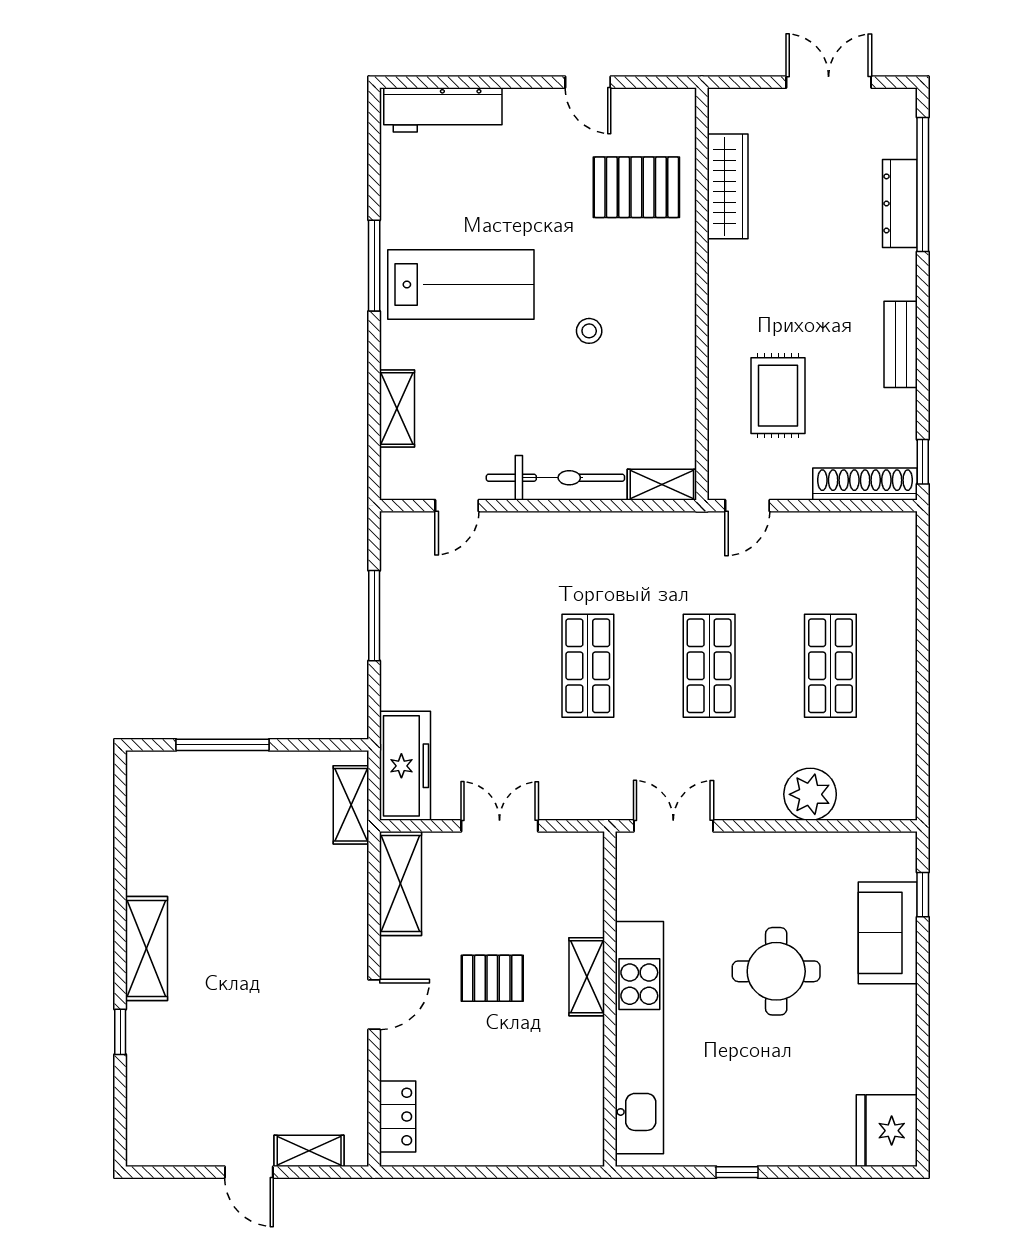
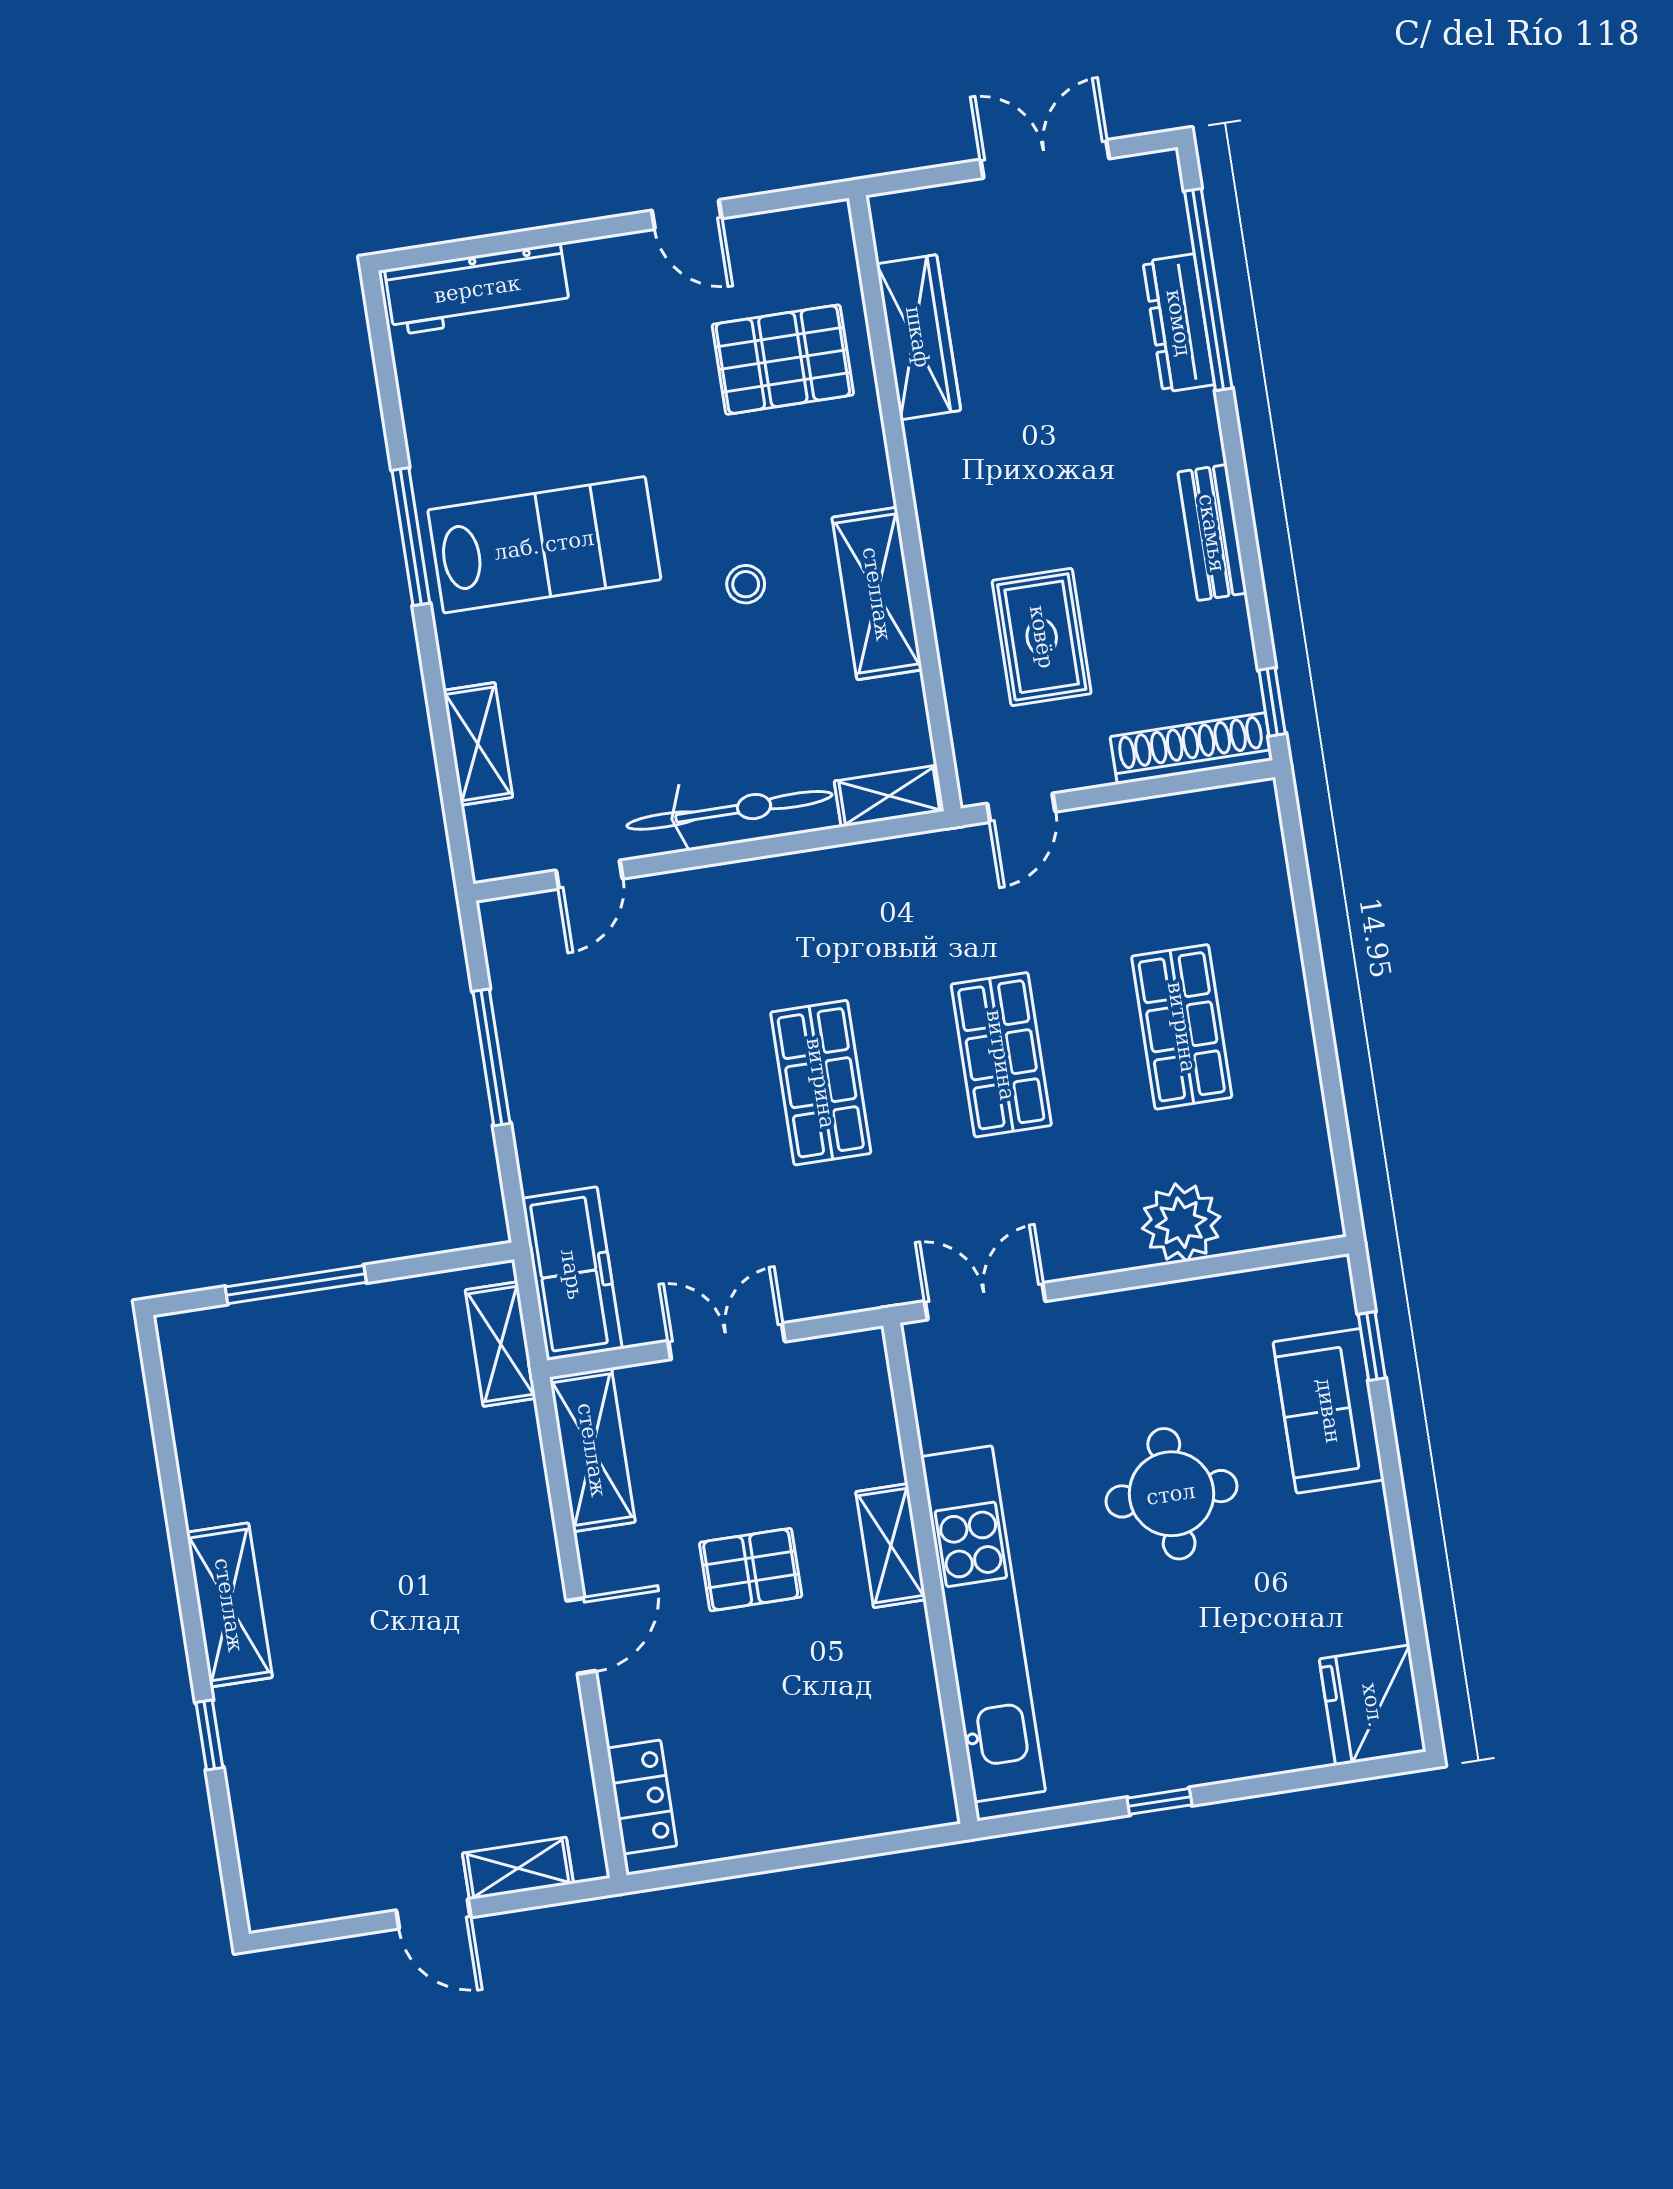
shelving: (674, 350) -> (877, 594), added

